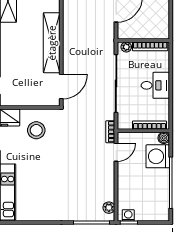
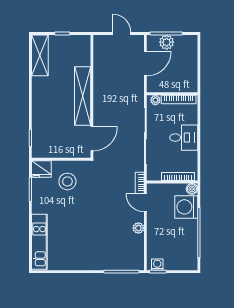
door: (116, 152) -> (145, 203), swing flipped
plant: (109, 208) -> (138, 228), moved

